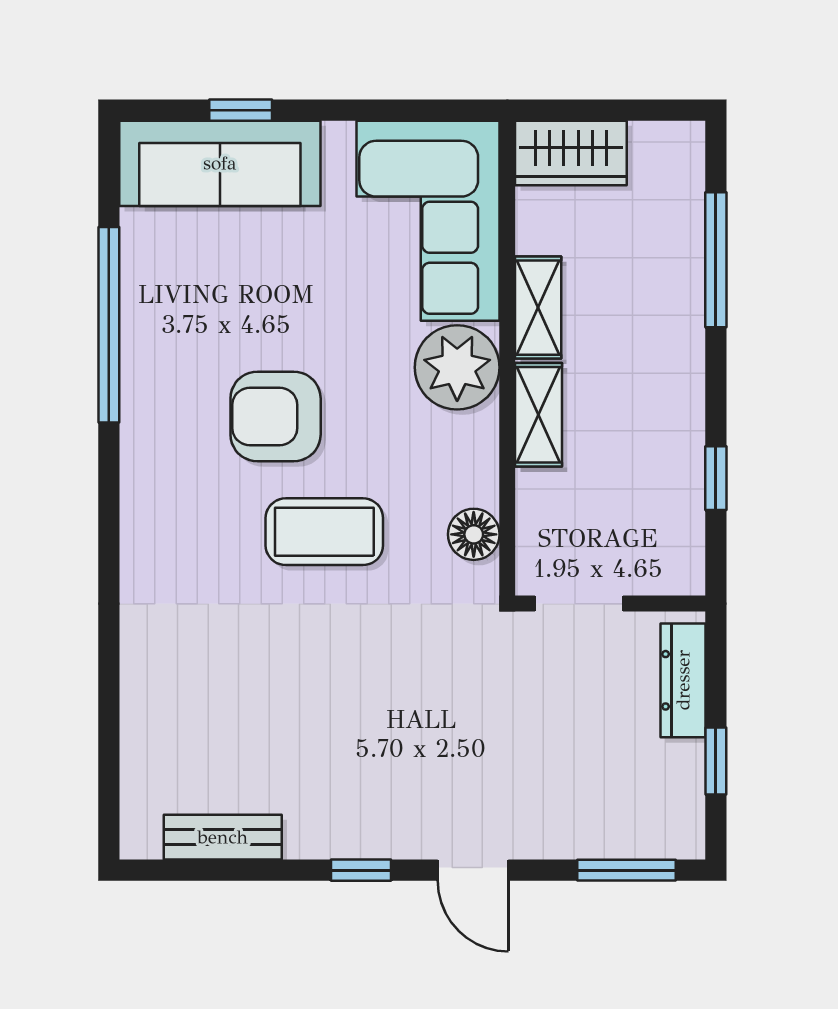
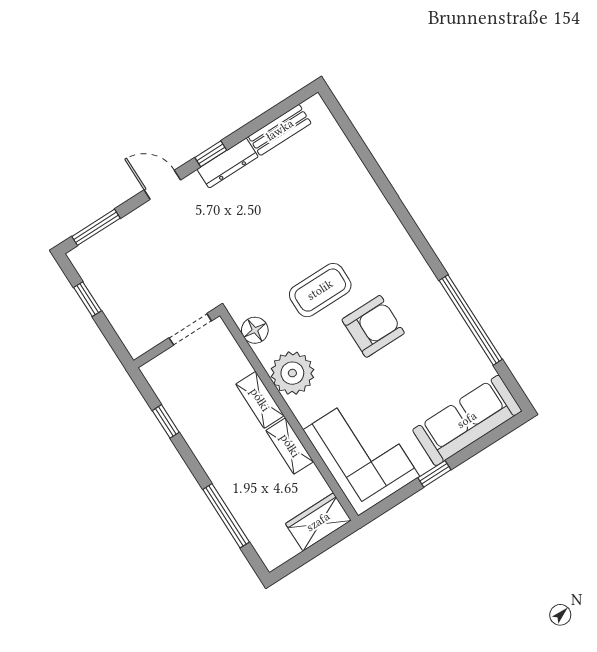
window: (241, 110) -> (434, 474), moved
plant: (457, 367) -> (292, 373), moved
dresser: (683, 680) -> (228, 163), moved, turned 90

